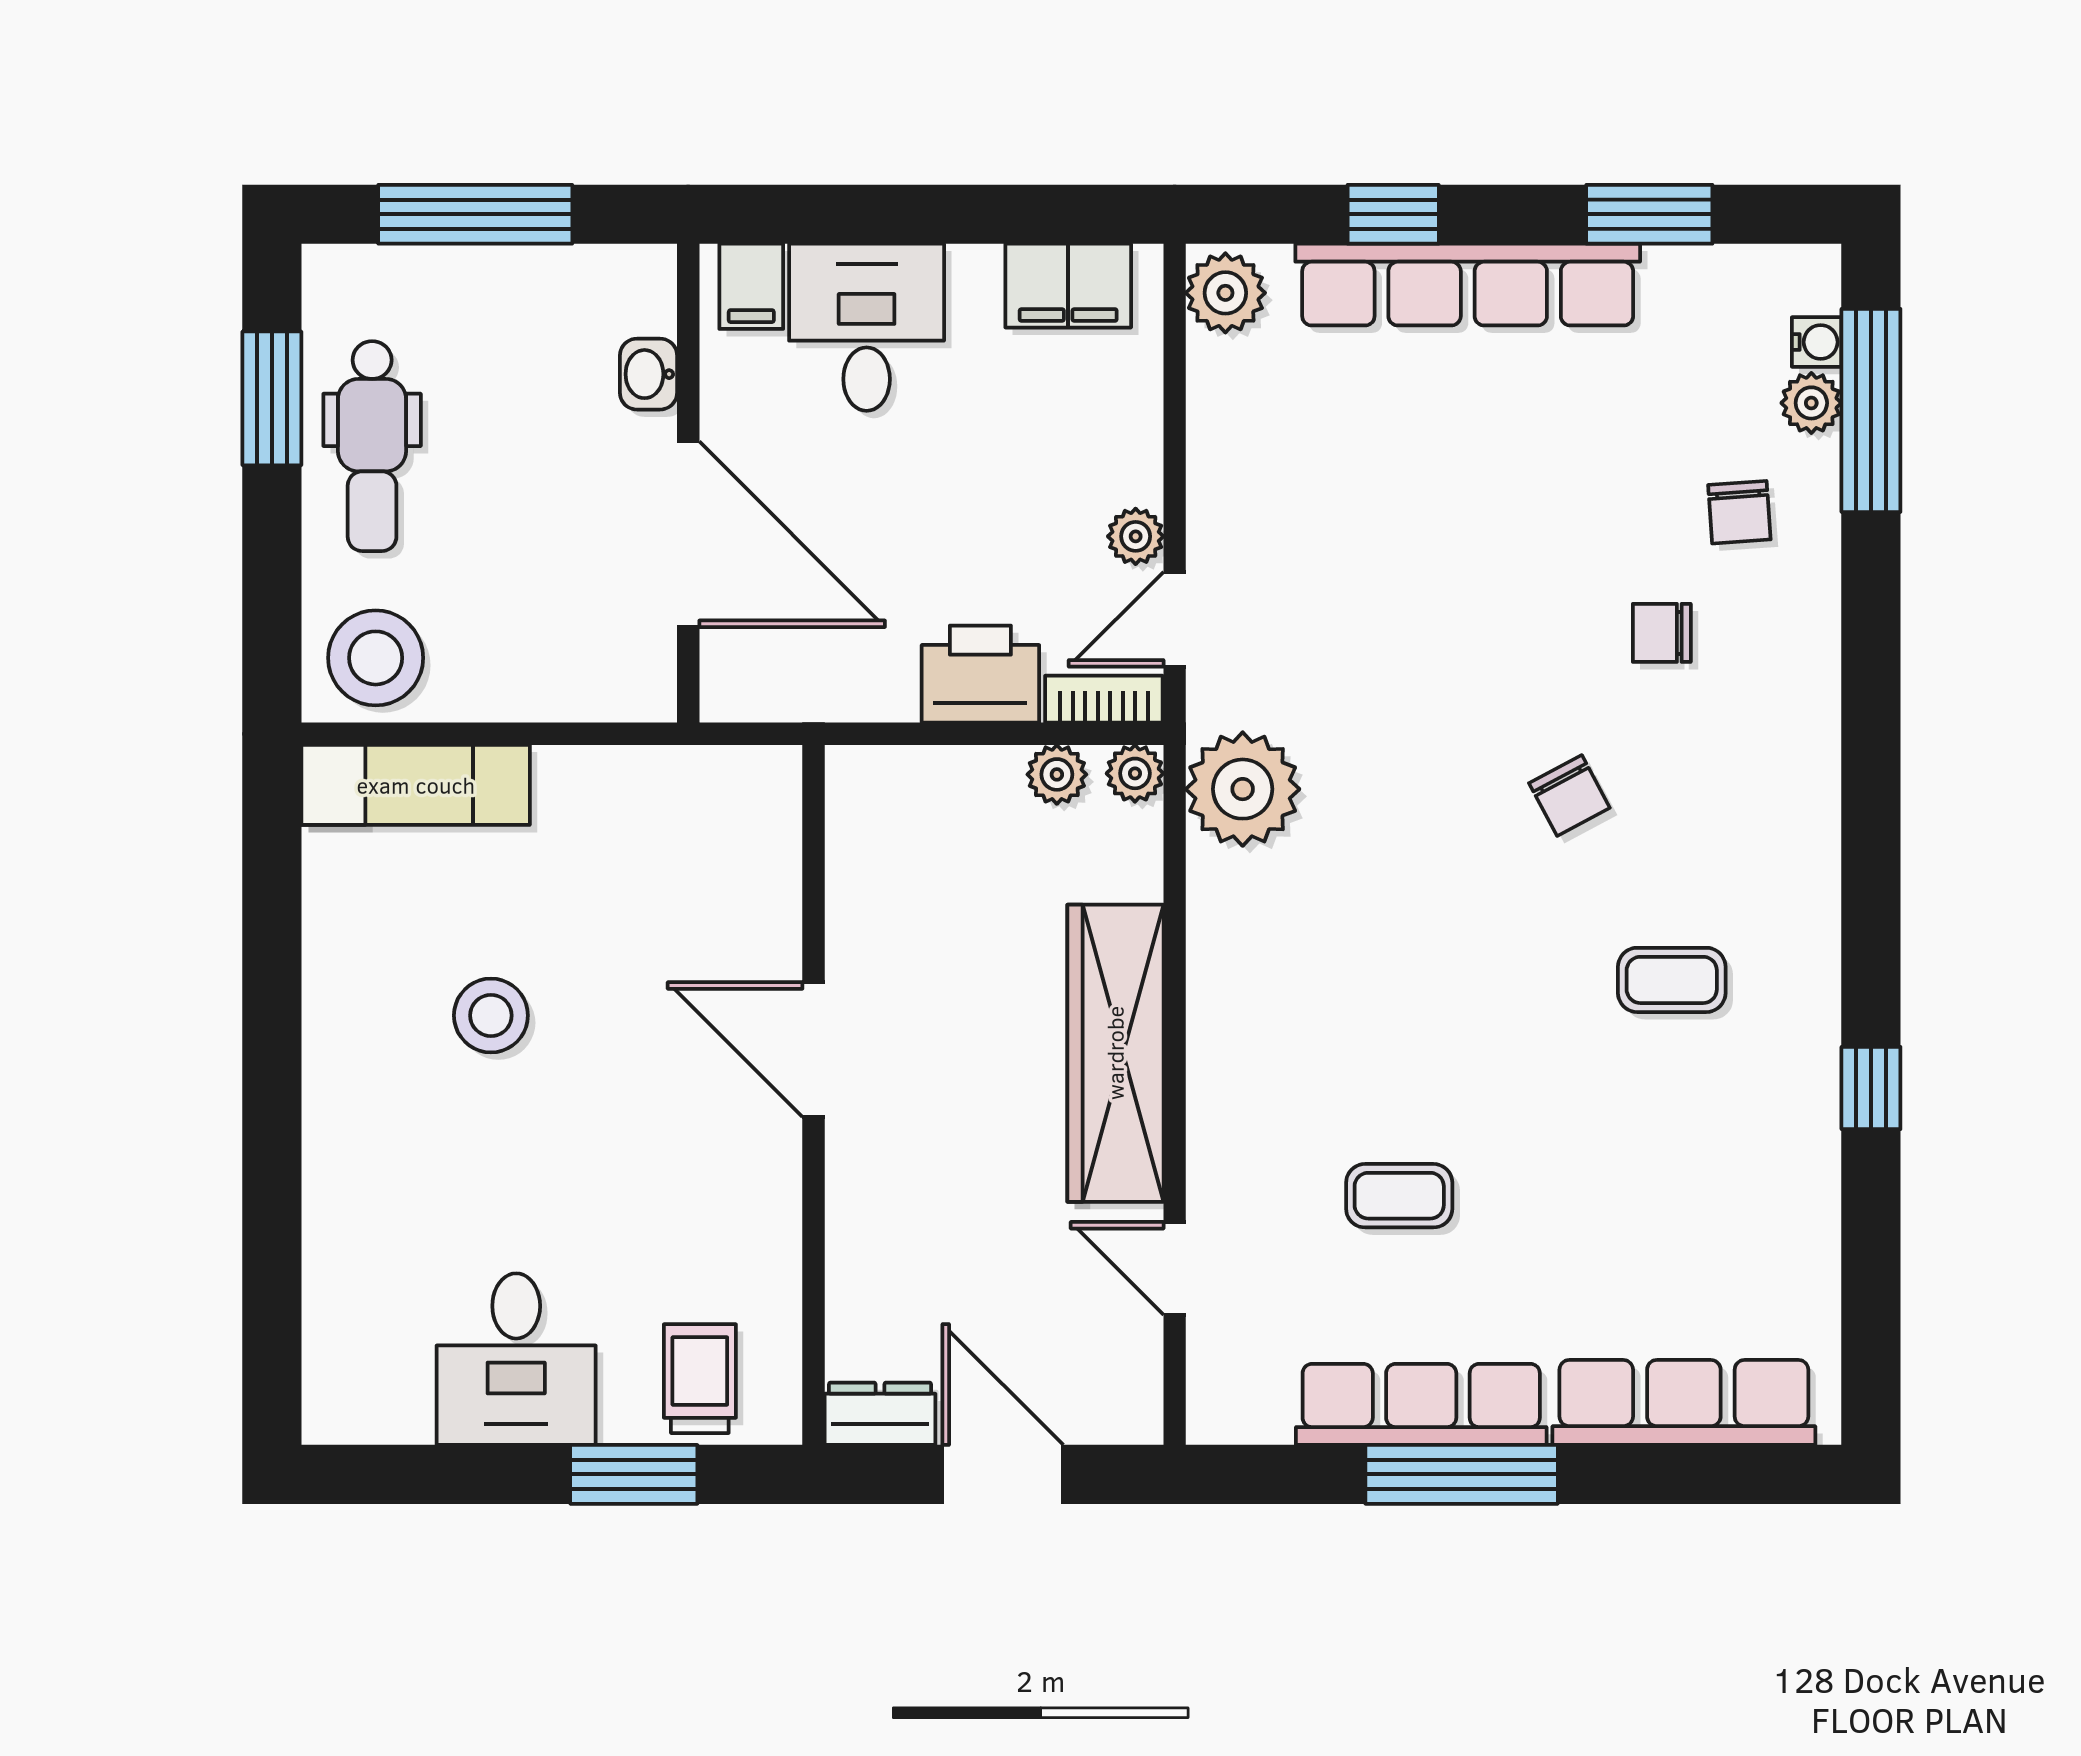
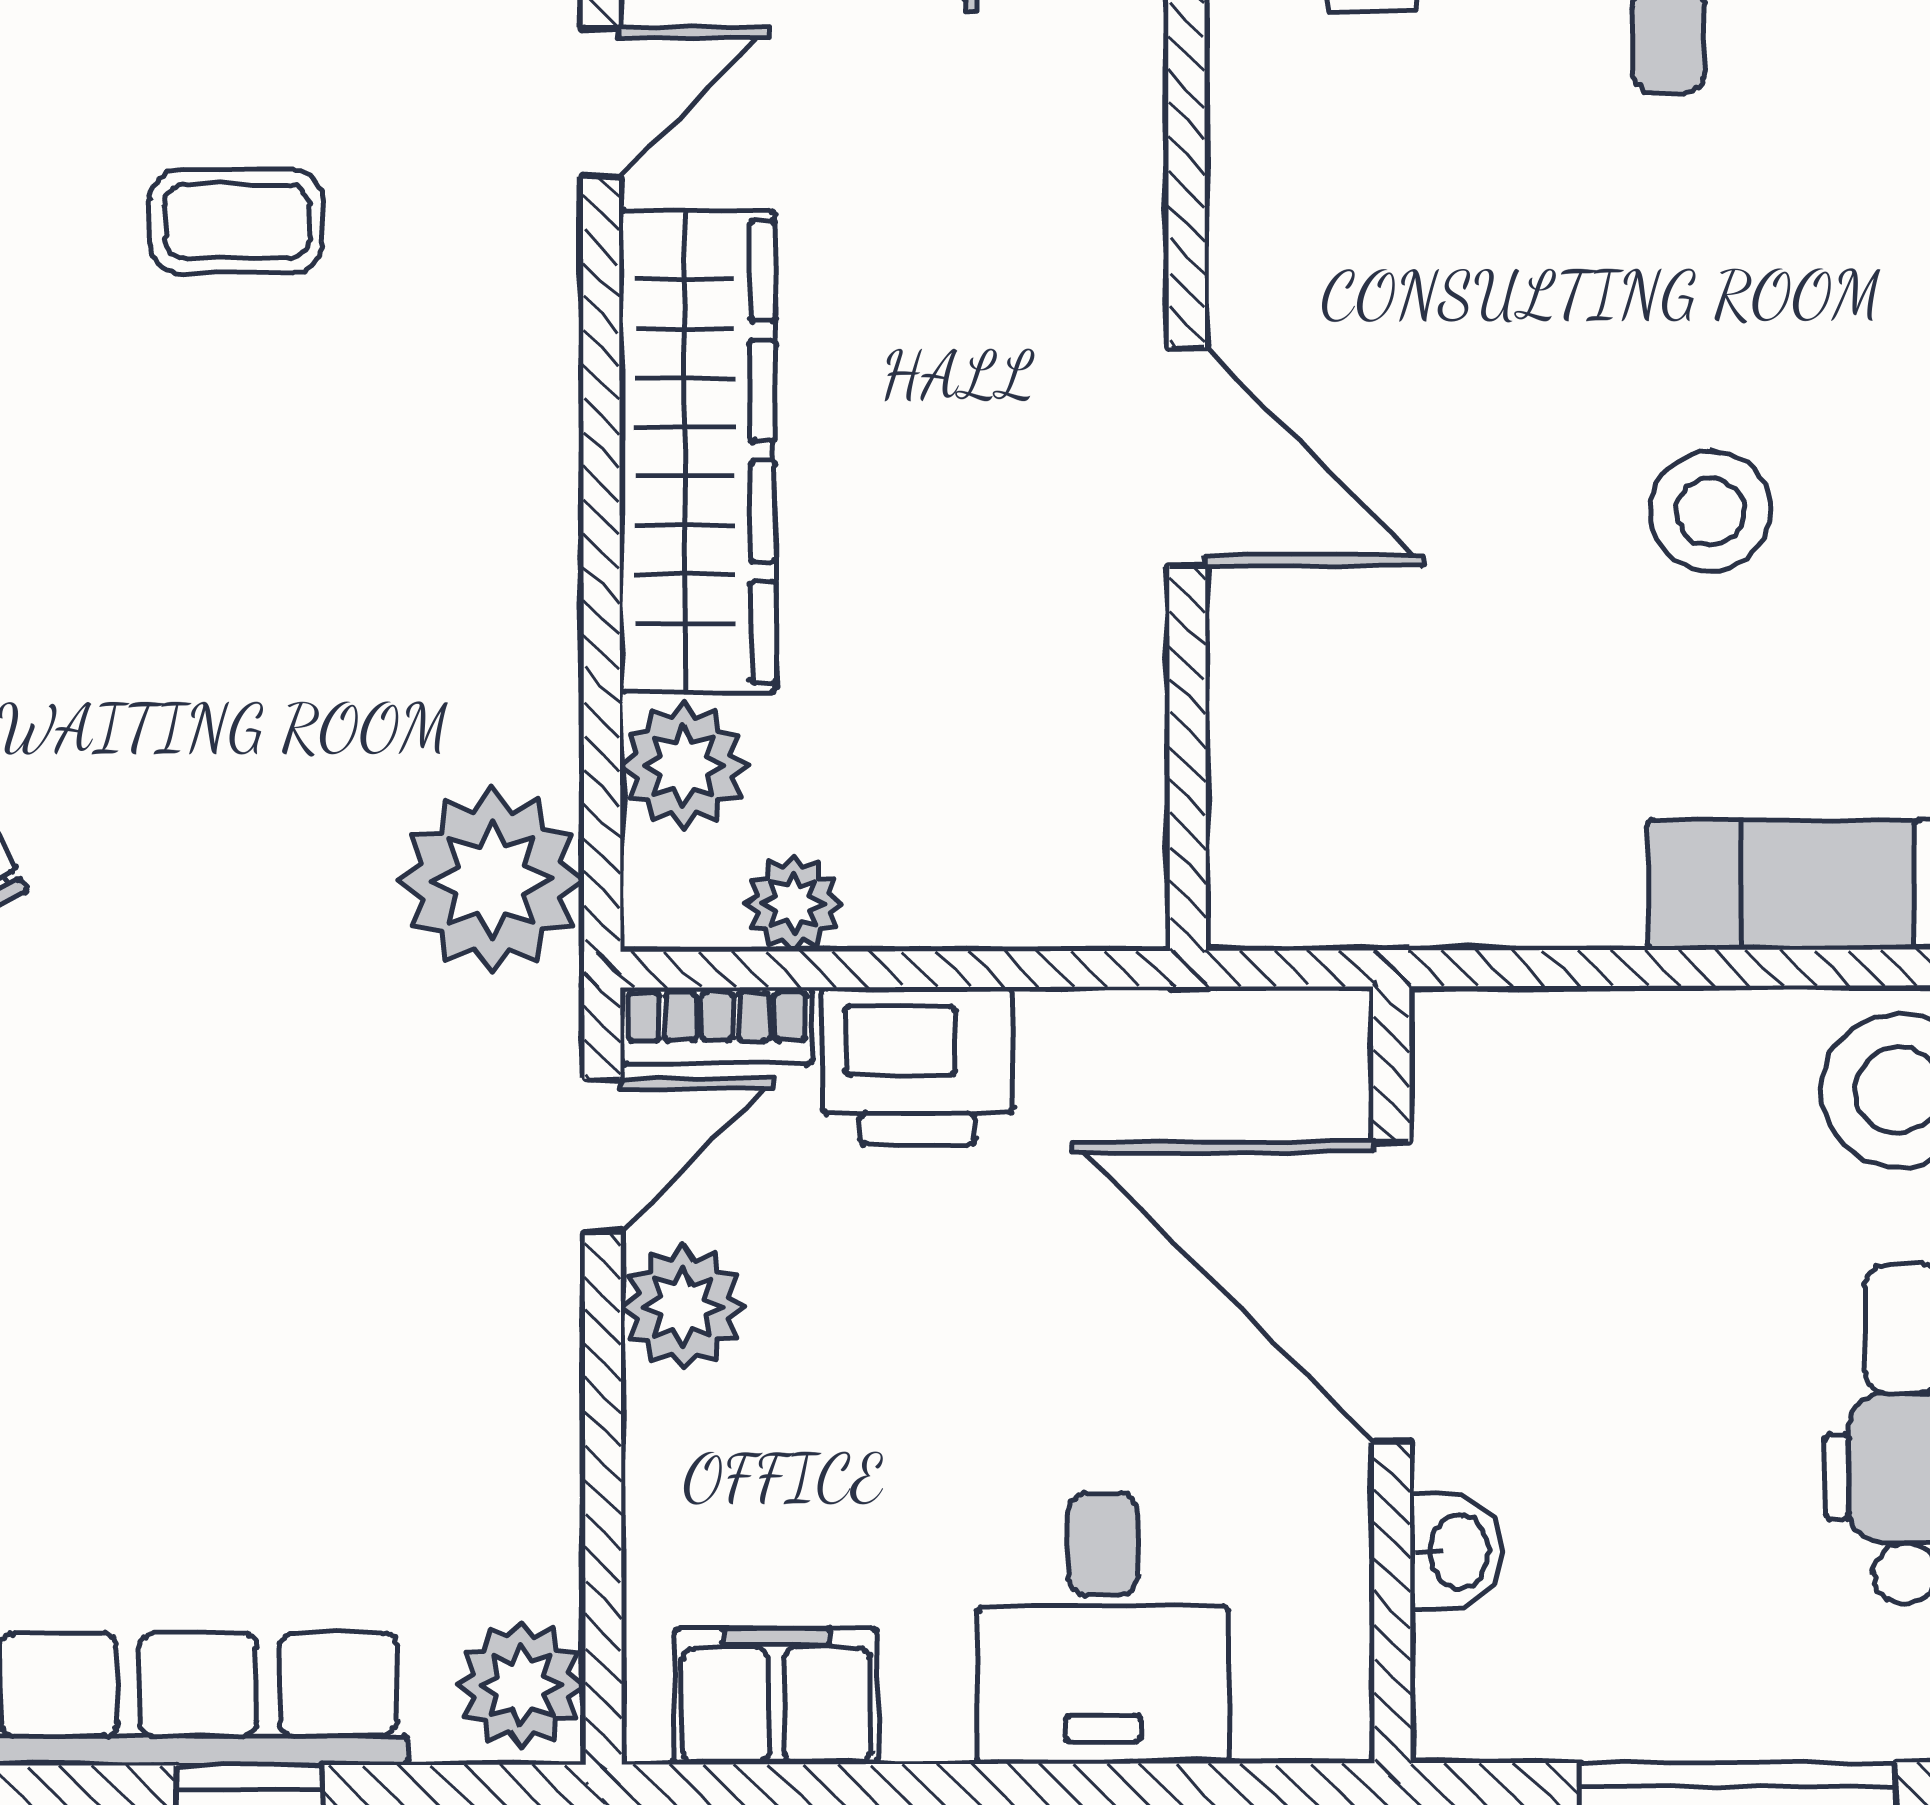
filing cabinet: (751, 286) -> (1290, 1694), removed
plant: (1136, 536) -> (683, 1307), width x1.38, depth x1.38
plant: (1135, 773) -> (684, 766), moved, width x1.38, depth x1.38
door: (1175, 1268) -> (601, 103), hinge flipped

